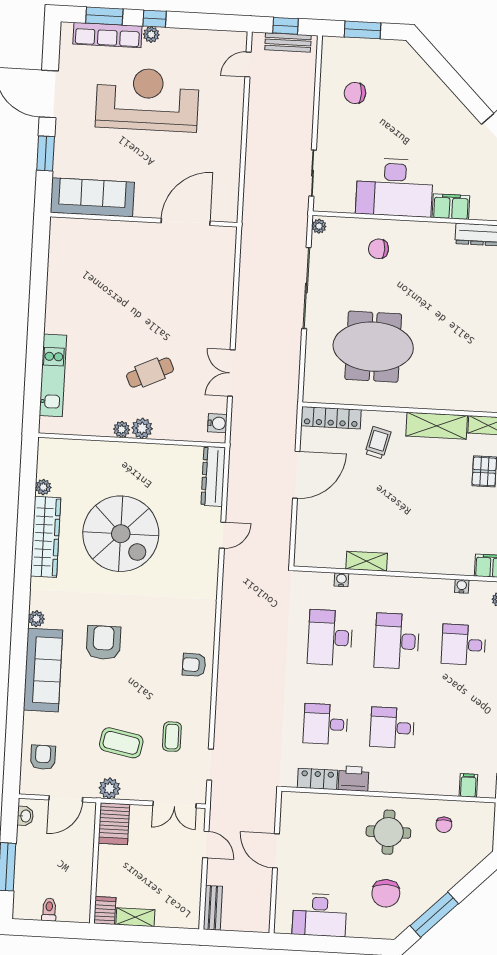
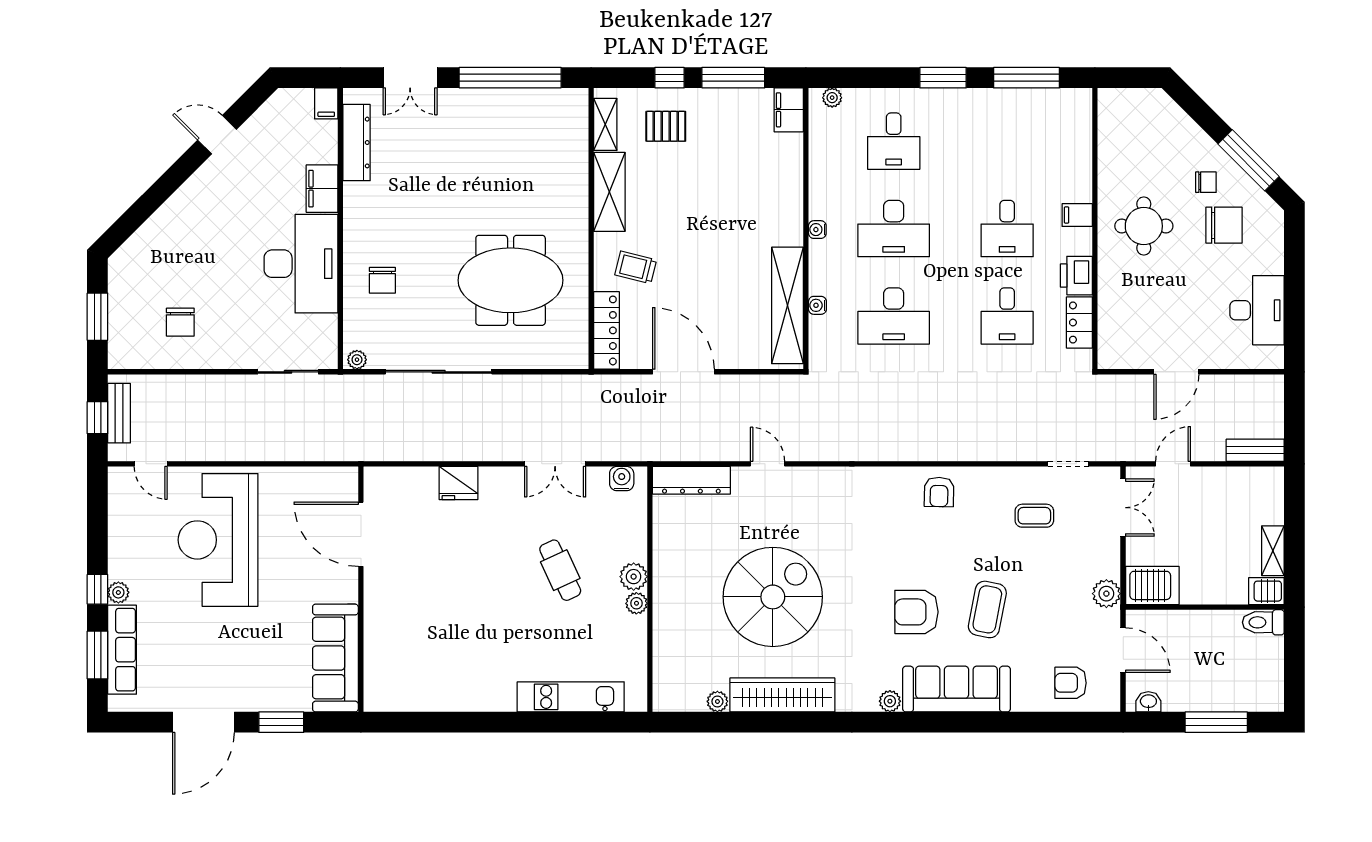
reception desk: (147, 99) -> (218, 540), moved
fridge: (221, 299) -> (459, 483), added
meeting table: (373, 347) -> (511, 280), turned 90
shelving: (367, 561) -> (787, 305), width x2.20, depth x1.33
water cooler: (462, 586) -> (817, 230), moved
coffee table: (121, 743) -> (987, 609), moved
filing cabinet: (468, 785) -> (1077, 215), moved
chair: (444, 825) -> (1206, 182), moved
toilet: (49, 910) -> (1263, 622), moved, width x1.37, depth x1.39

